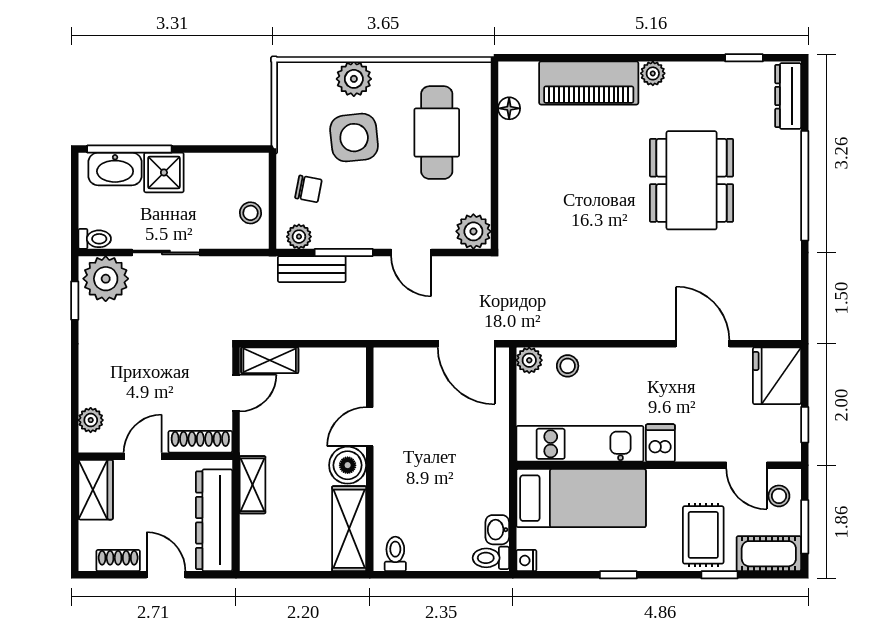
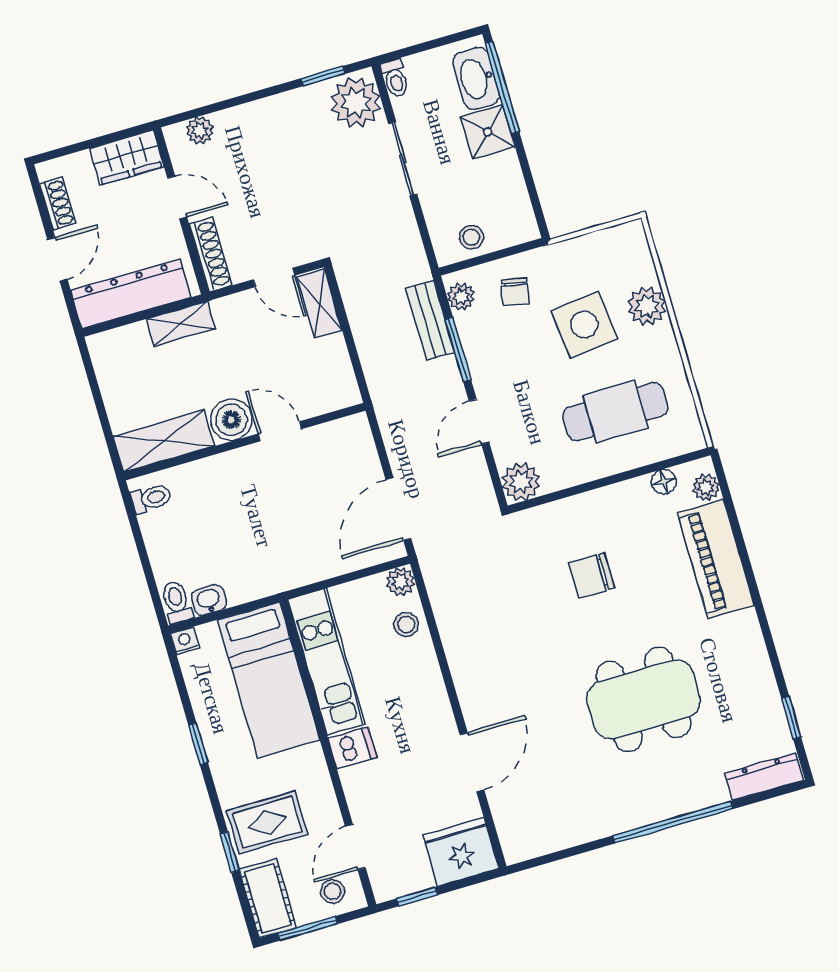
plant: (653, 73) -> (706, 487), moved
chair: (572, 194) -> (592, 576), added

